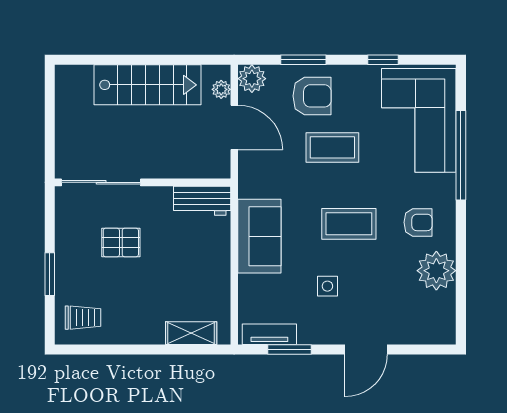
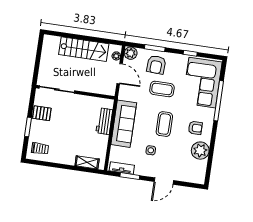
armchair: (312, 96) -> (156, 65), turned 93
workbench: (202, 201) -> (104, 121), moved, turned 90
coffee table: (349, 224) -> (164, 124), turned 90
sofa: (259, 236) -> (124, 124), width x1.36
pallet: (121, 243) -> (42, 113), moved

